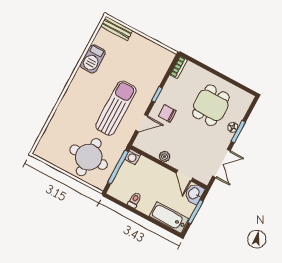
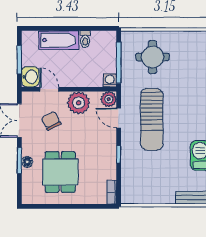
chair: (167, 113) -> (51, 121), moved, turned -117
door: (141, 123) -> (119, 118), hinge flipped
plant: (141, 142) -> (109, 99), added
round table: (89, 157) -> (152, 57), width x0.73, depth x0.73
plant: (165, 157) -> (79, 103), width x1.88, depth x1.88
bathtub: (169, 217) -> (59, 40), moved

